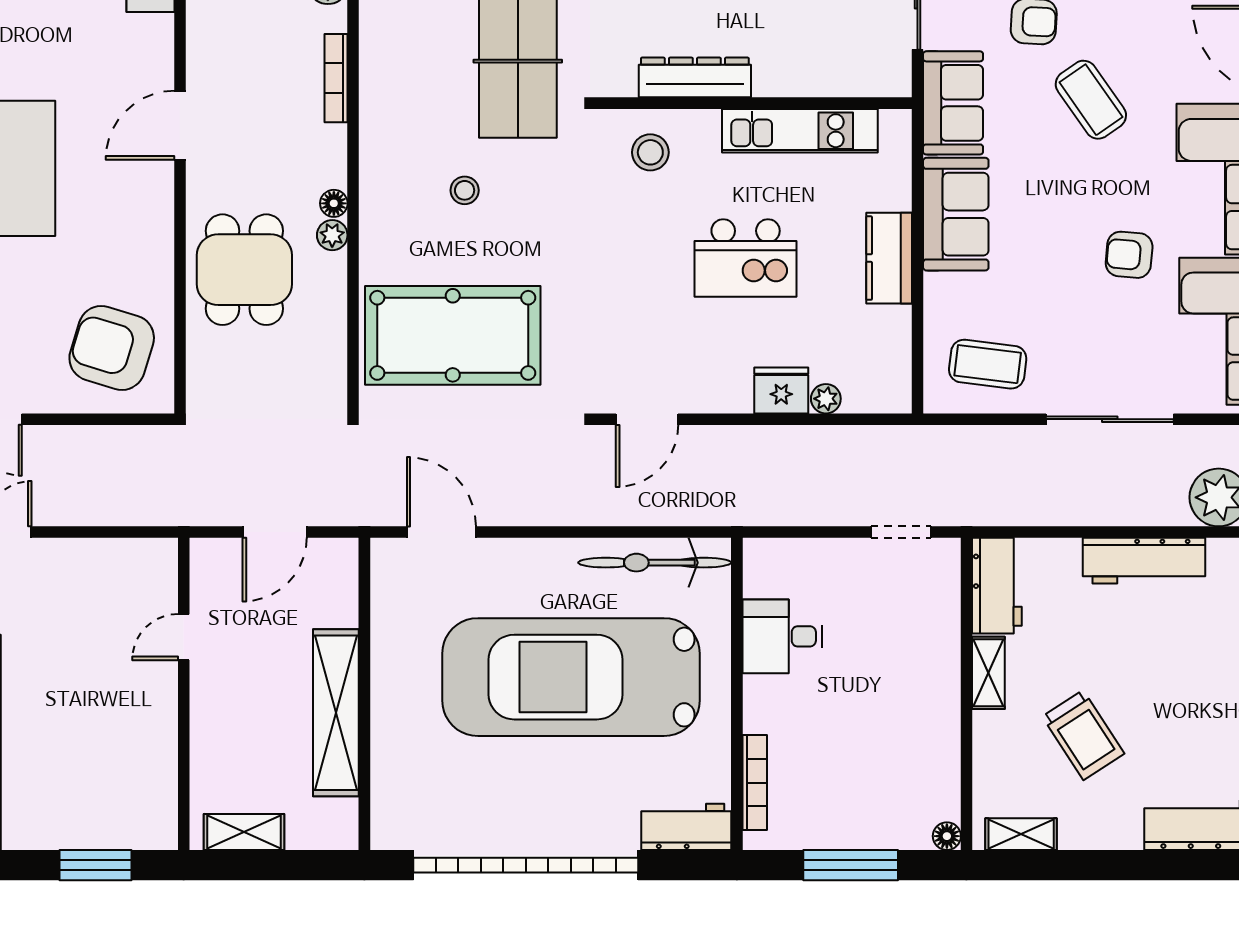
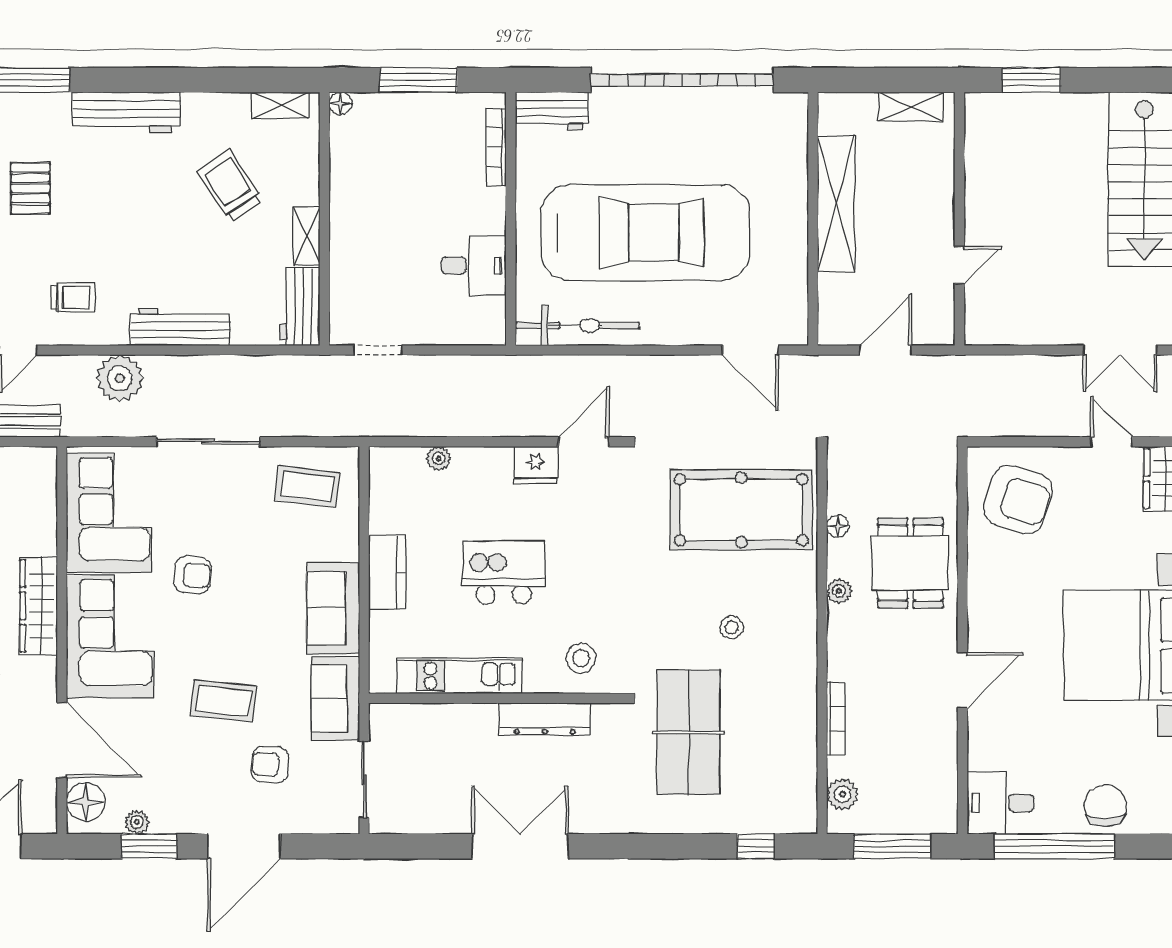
coffee table: (1091, 100) -> (223, 701), turned -49
floor lamp: (334, 203) -> (838, 526), moved
fridge: (781, 390) -> (536, 465), moved

